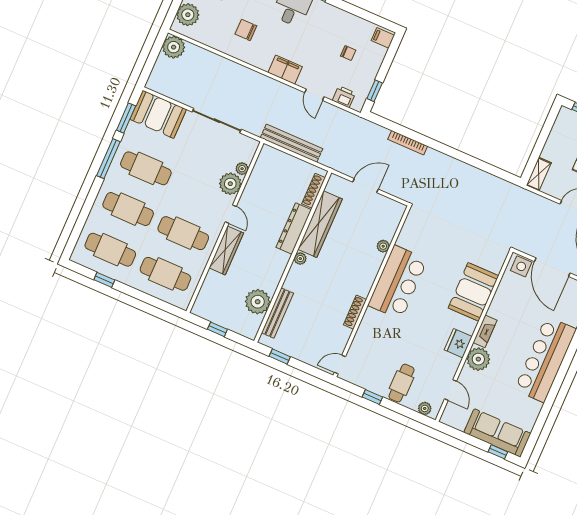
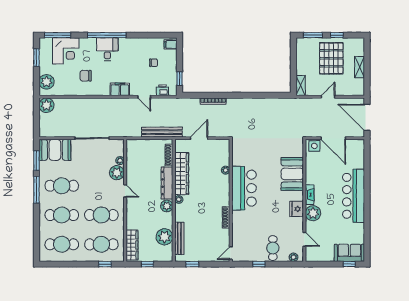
bench: (291, 143) -> (162, 132), moved
wardrobe: (226, 250) -> (132, 245), moved
plant: (280, 260) -> (167, 206), added
window: (104, 280) -> (105, 264), moved
sofa: (497, 433) -> (349, 253), width x0.73

